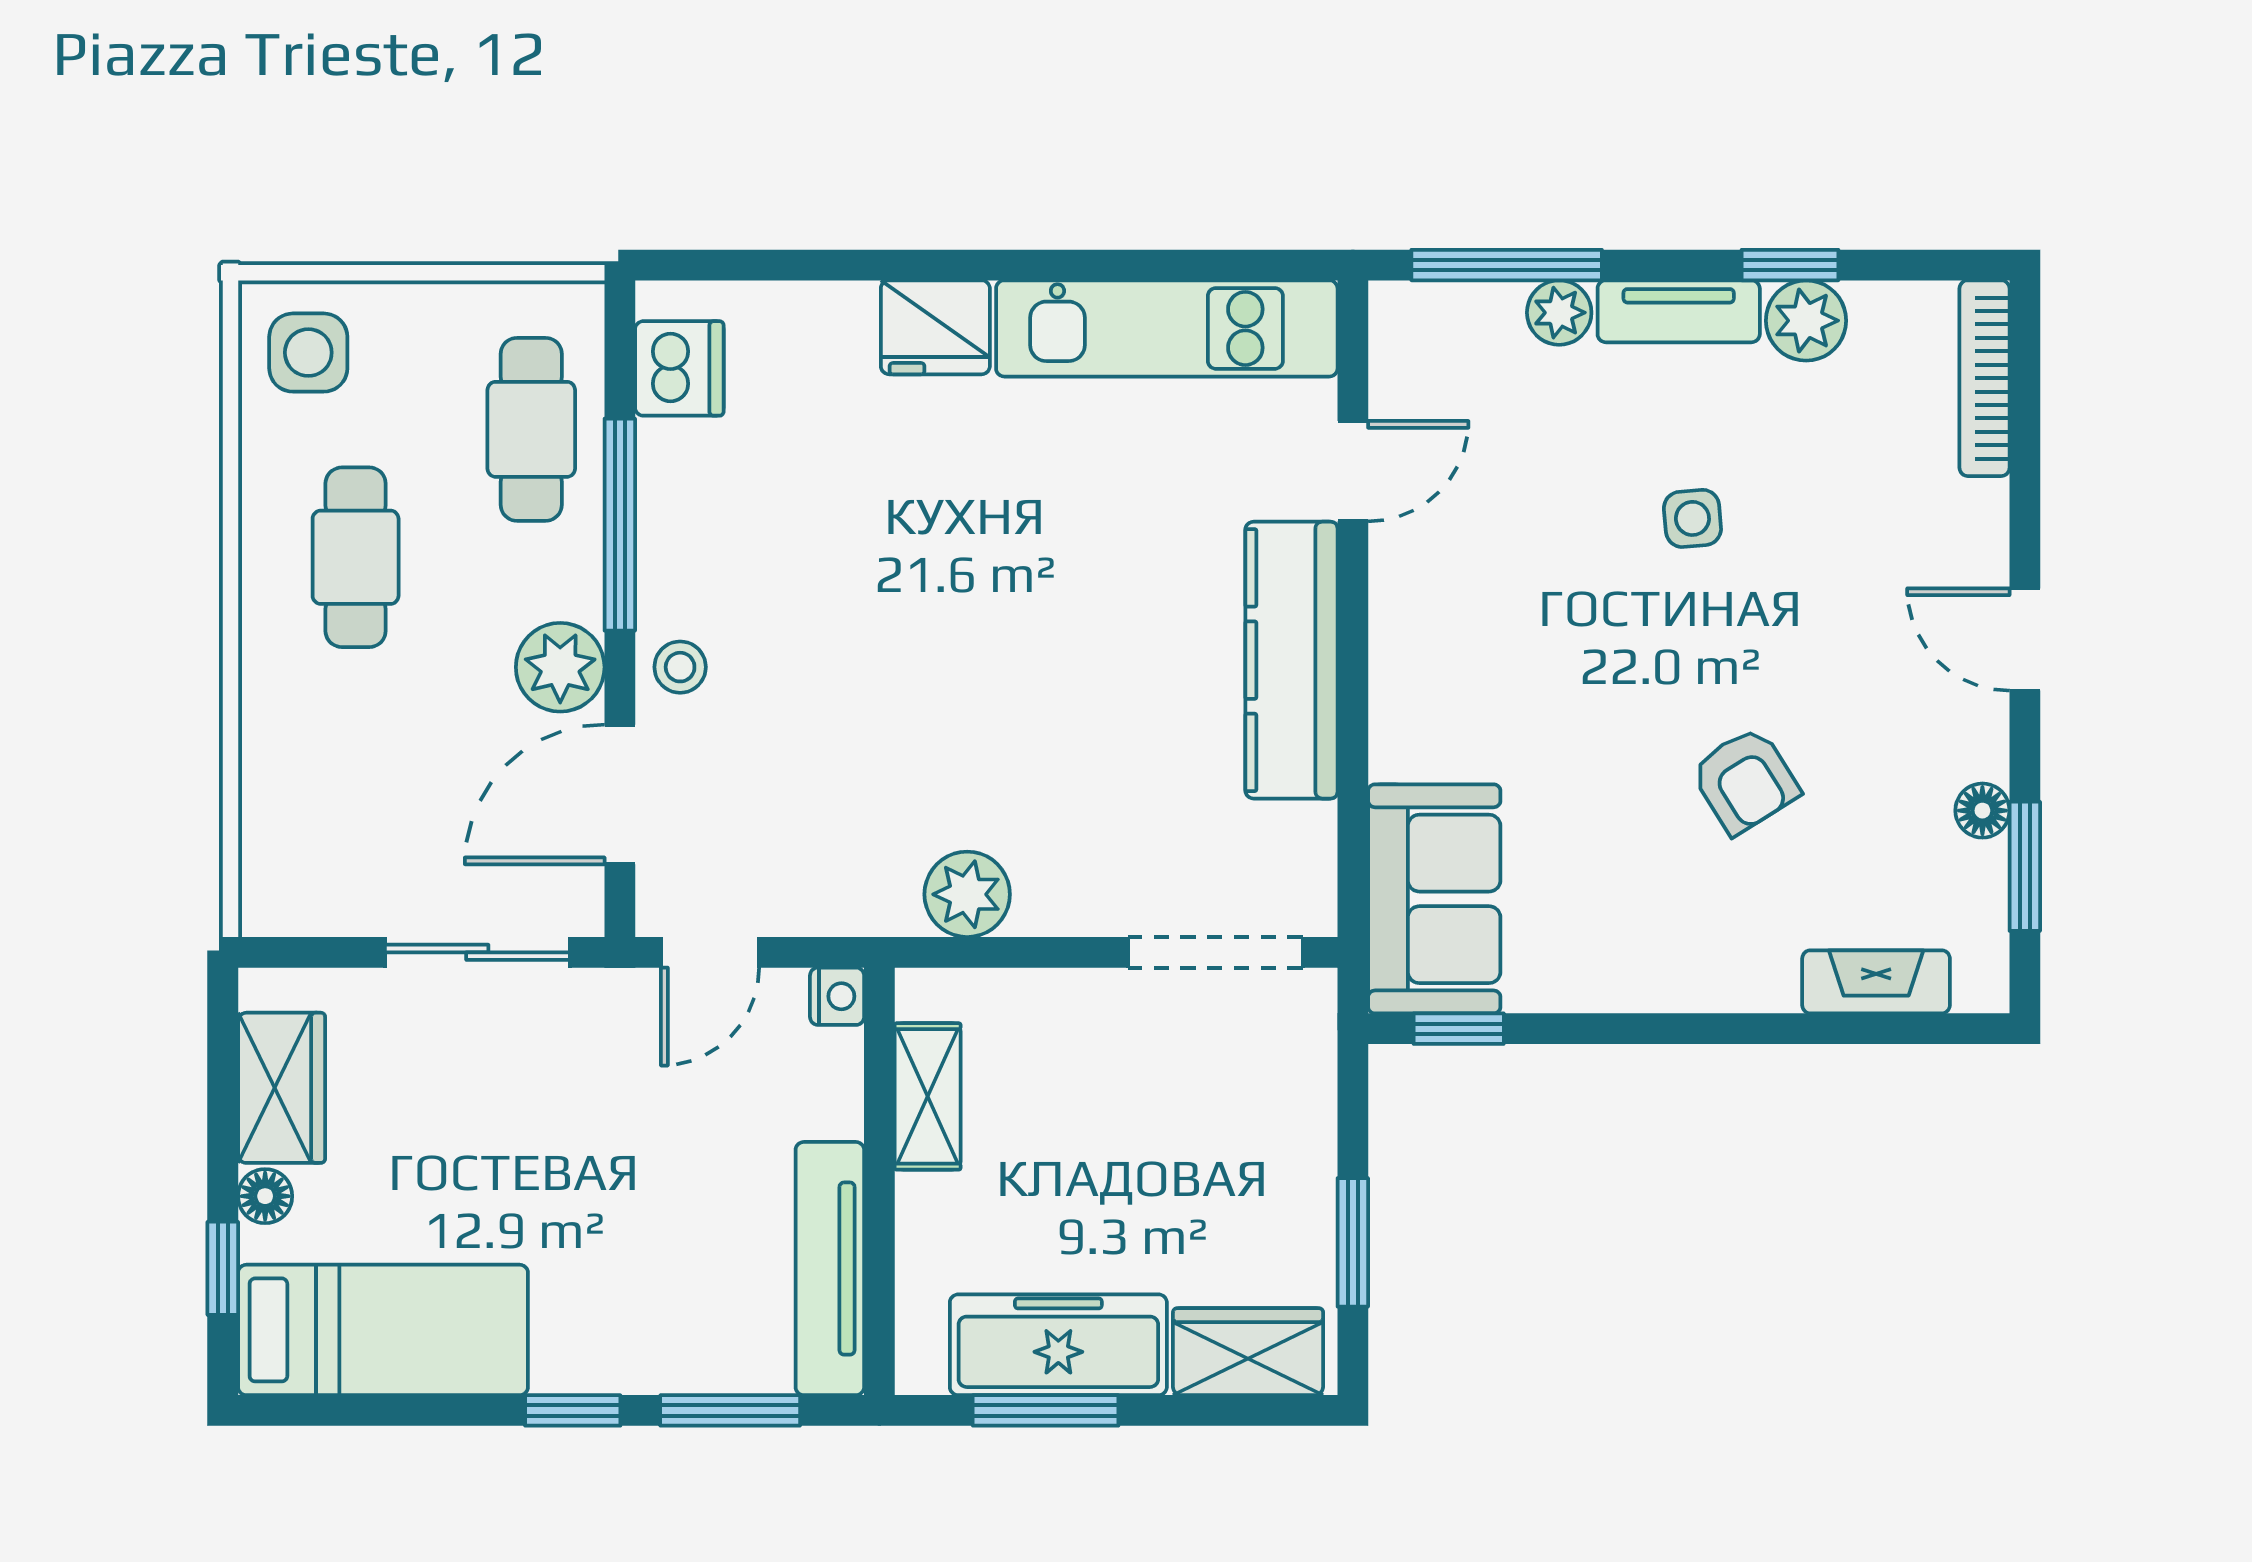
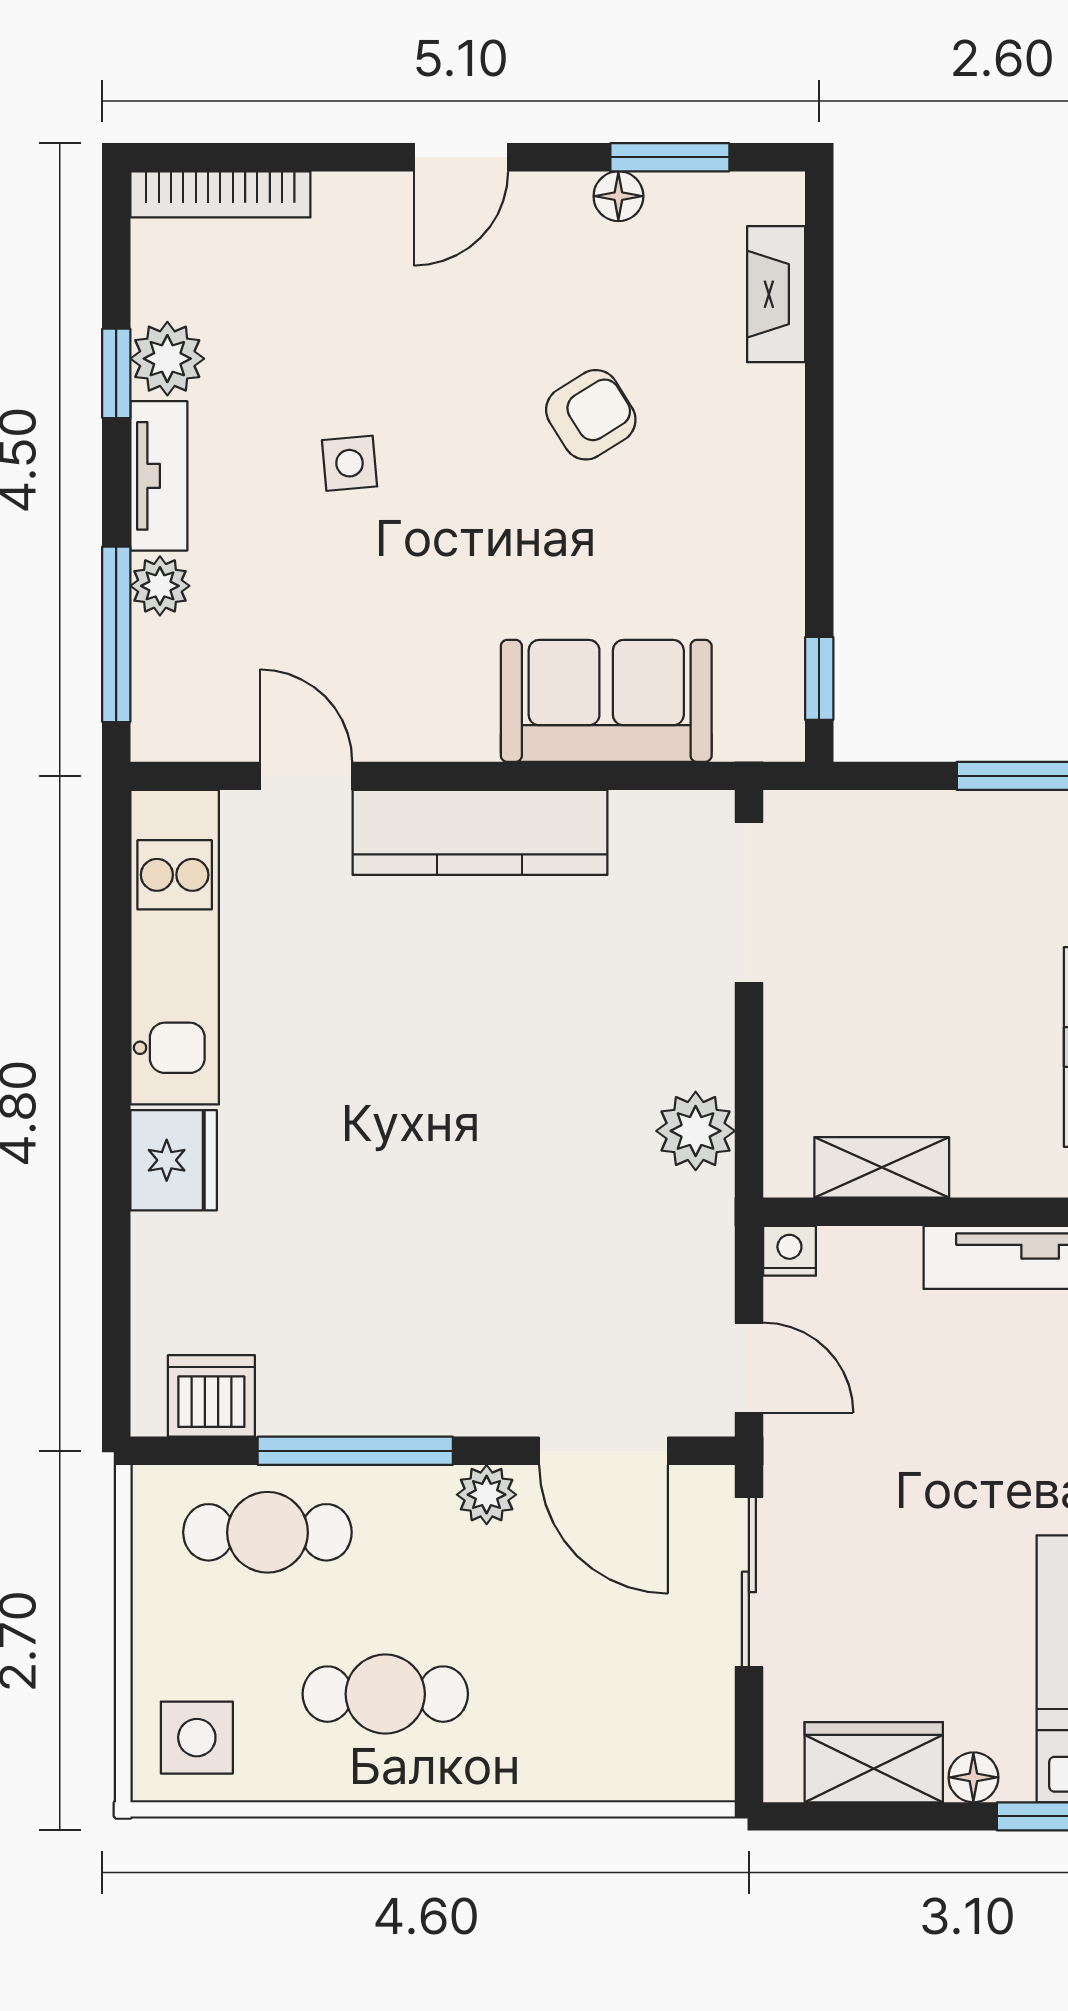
plant: (560, 667) -> (487, 1495), width x0.73, depth x0.73
stool: (680, 667) -> (486, 1395), removed
sofa: (1434, 899) -> (606, 701), moved

